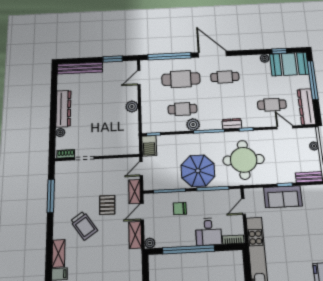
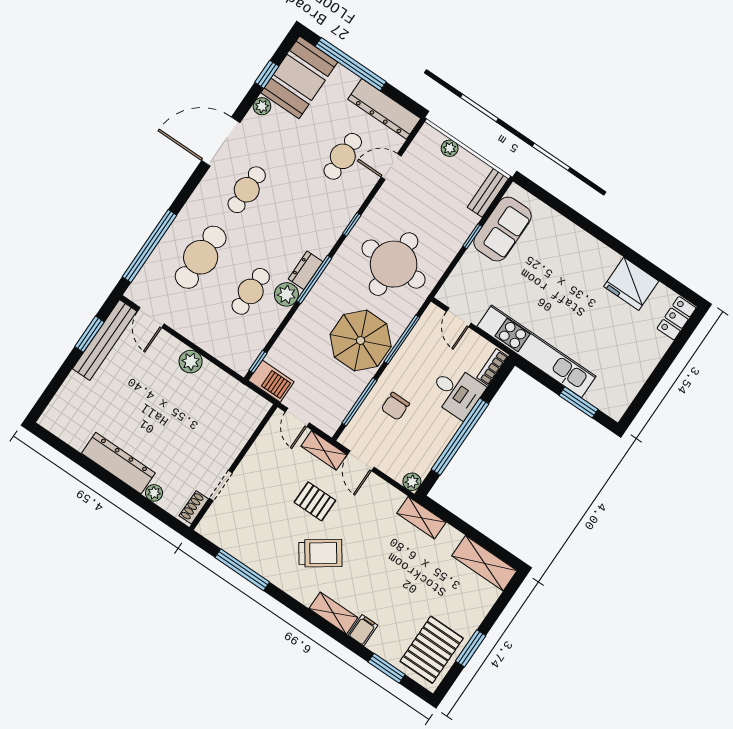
door: (212, 54) -> (221, 142), moved
bench: (80, 68) -> (105, 340), moved
dresser: (232, 124) -> (306, 270), moved
sofa: (283, 197) -> (502, 229), moved
shelving: (135, 235) -> (421, 518), moved

